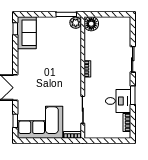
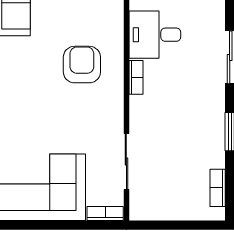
armchair: (61, 63) -> (82, 65), added
desk: (118, 101) -> (155, 35), moved, turned 180

